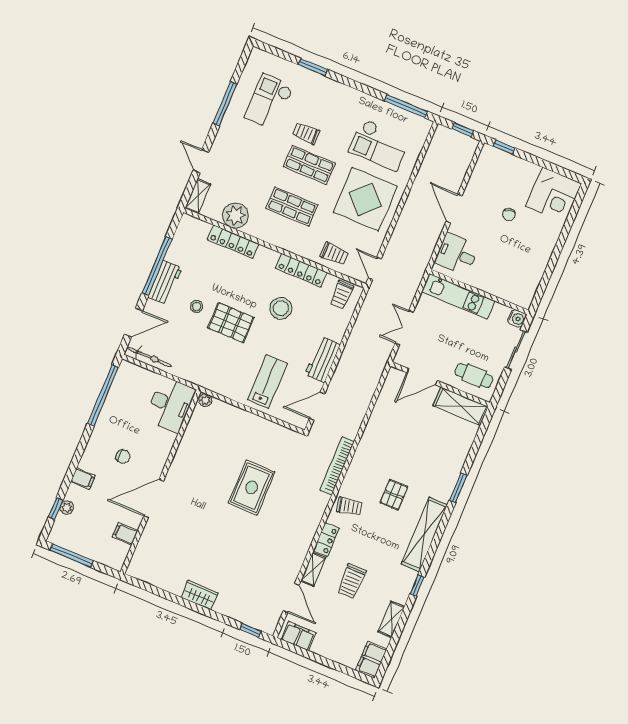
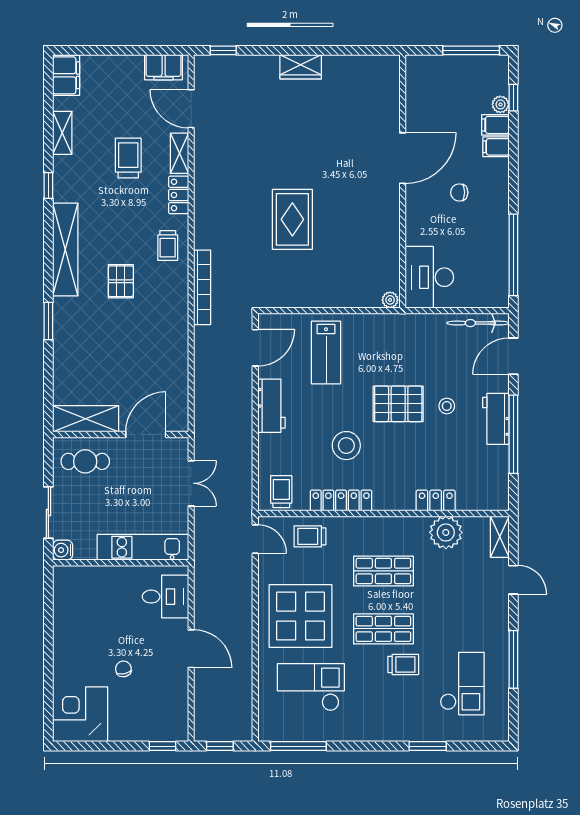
locker: (233, 242) -> (436, 501), width x0.66
trolley: (349, 506) -> (168, 246), turned -78
filing cabinet: (125, 534) -> (495, 125), moved, turned 180

